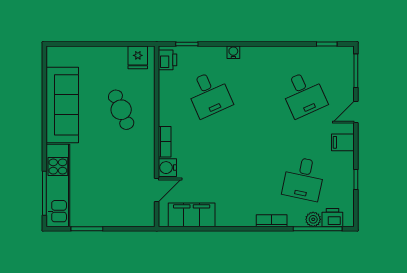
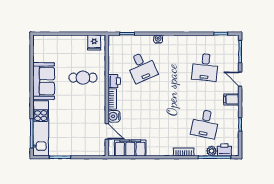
printer: (168, 60) -> (114, 81), moved
desk: (304, 94) -> (205, 67), turned 30
sofa: (62, 105) -> (44, 81), width x0.73
cafe table: (121, 110) -> (83, 78), turned -67
door: (356, 112) -> (240, 79), hinge flipped
door: (157, 190) -> (107, 131), hinge flipped

